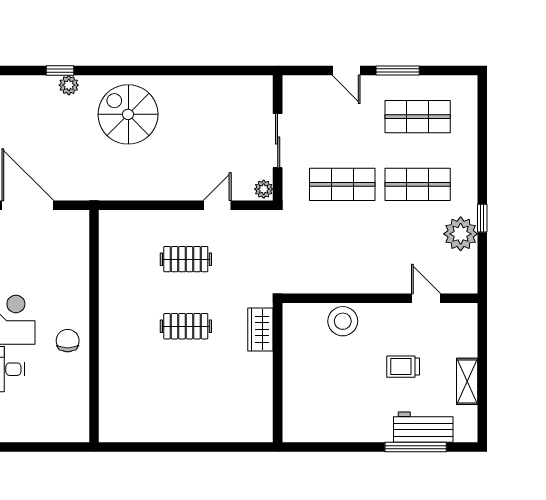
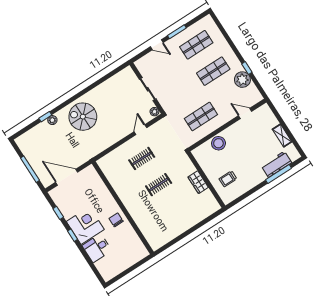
shop shelf: (342, 184) -> (201, 116), moved
wardrobe: (260, 329) -> (198, 182), moved
trolley: (403, 367) -> (228, 179), moved

